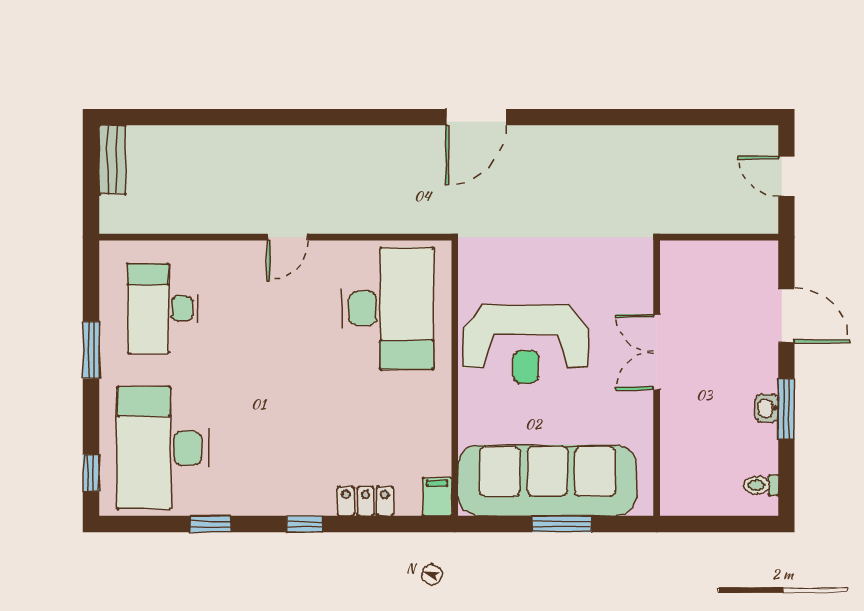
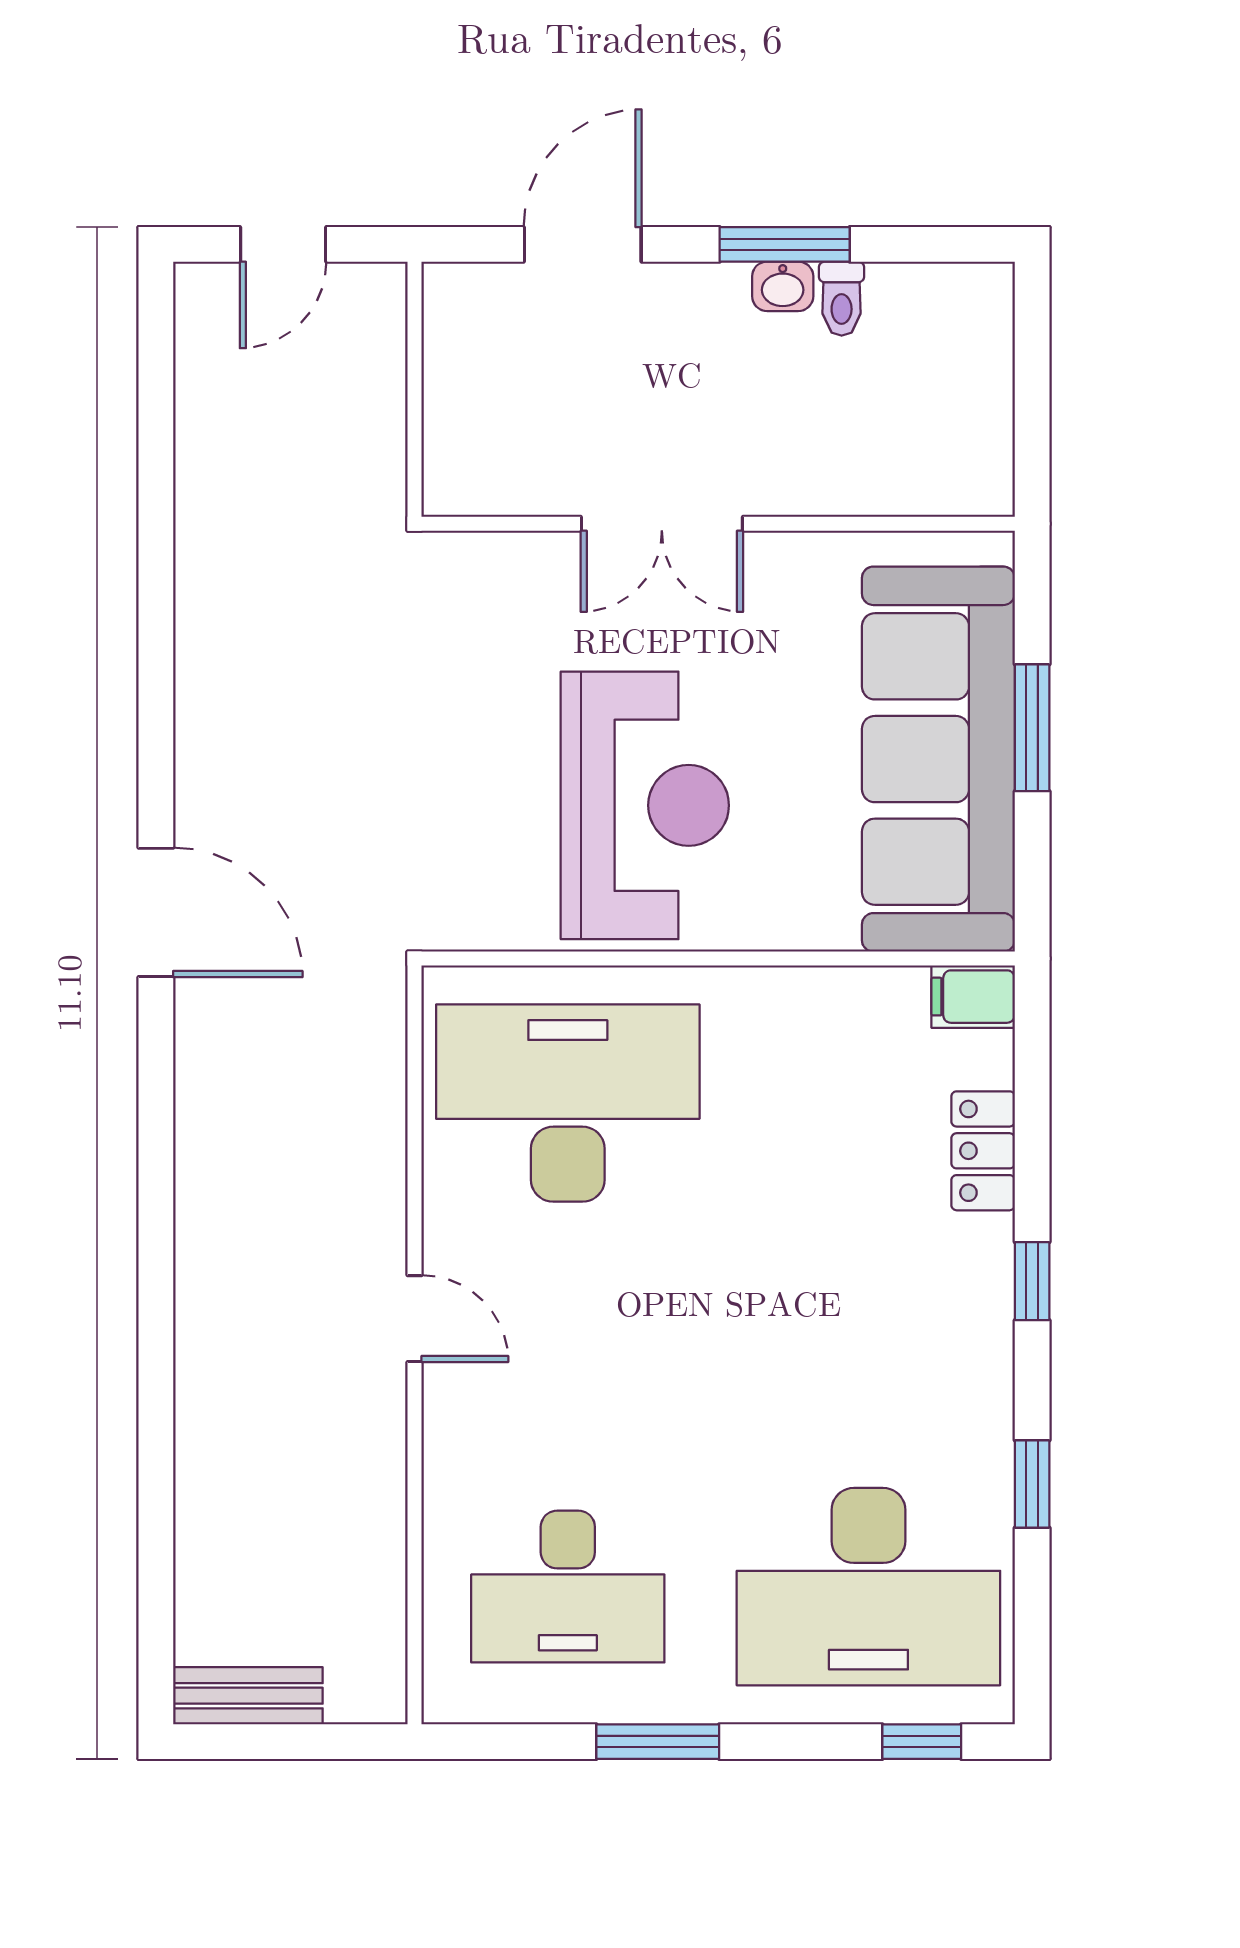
toilet: (761, 485) -> (842, 299), moved

